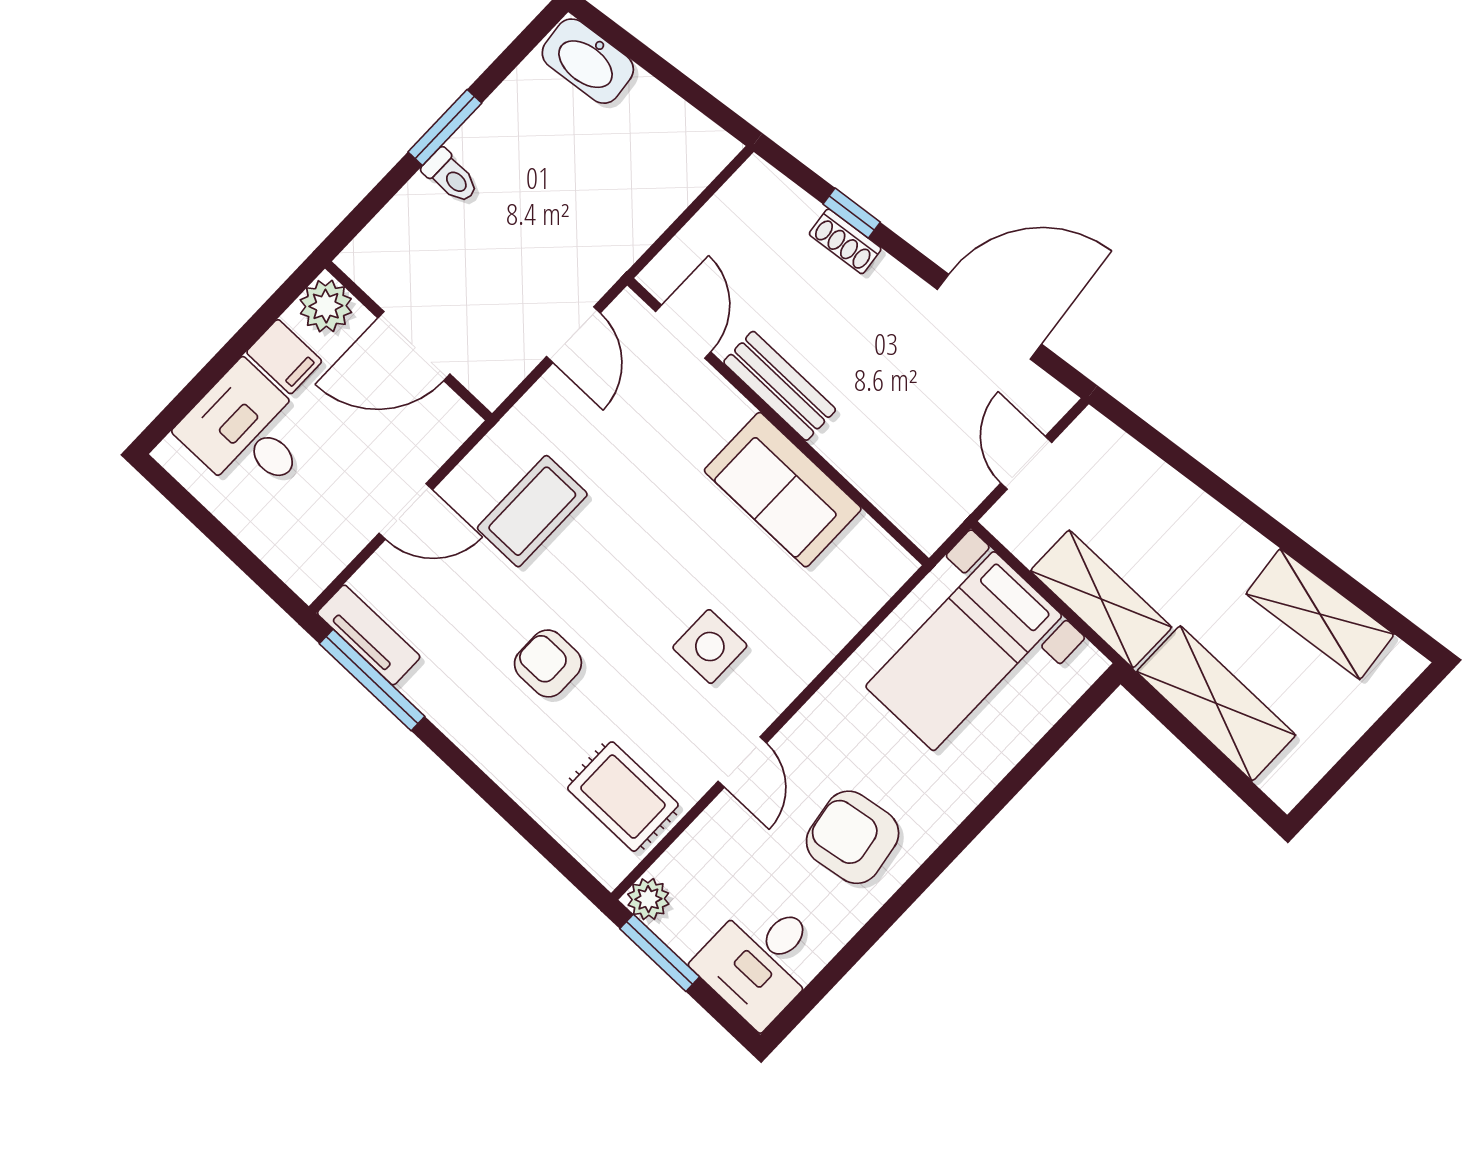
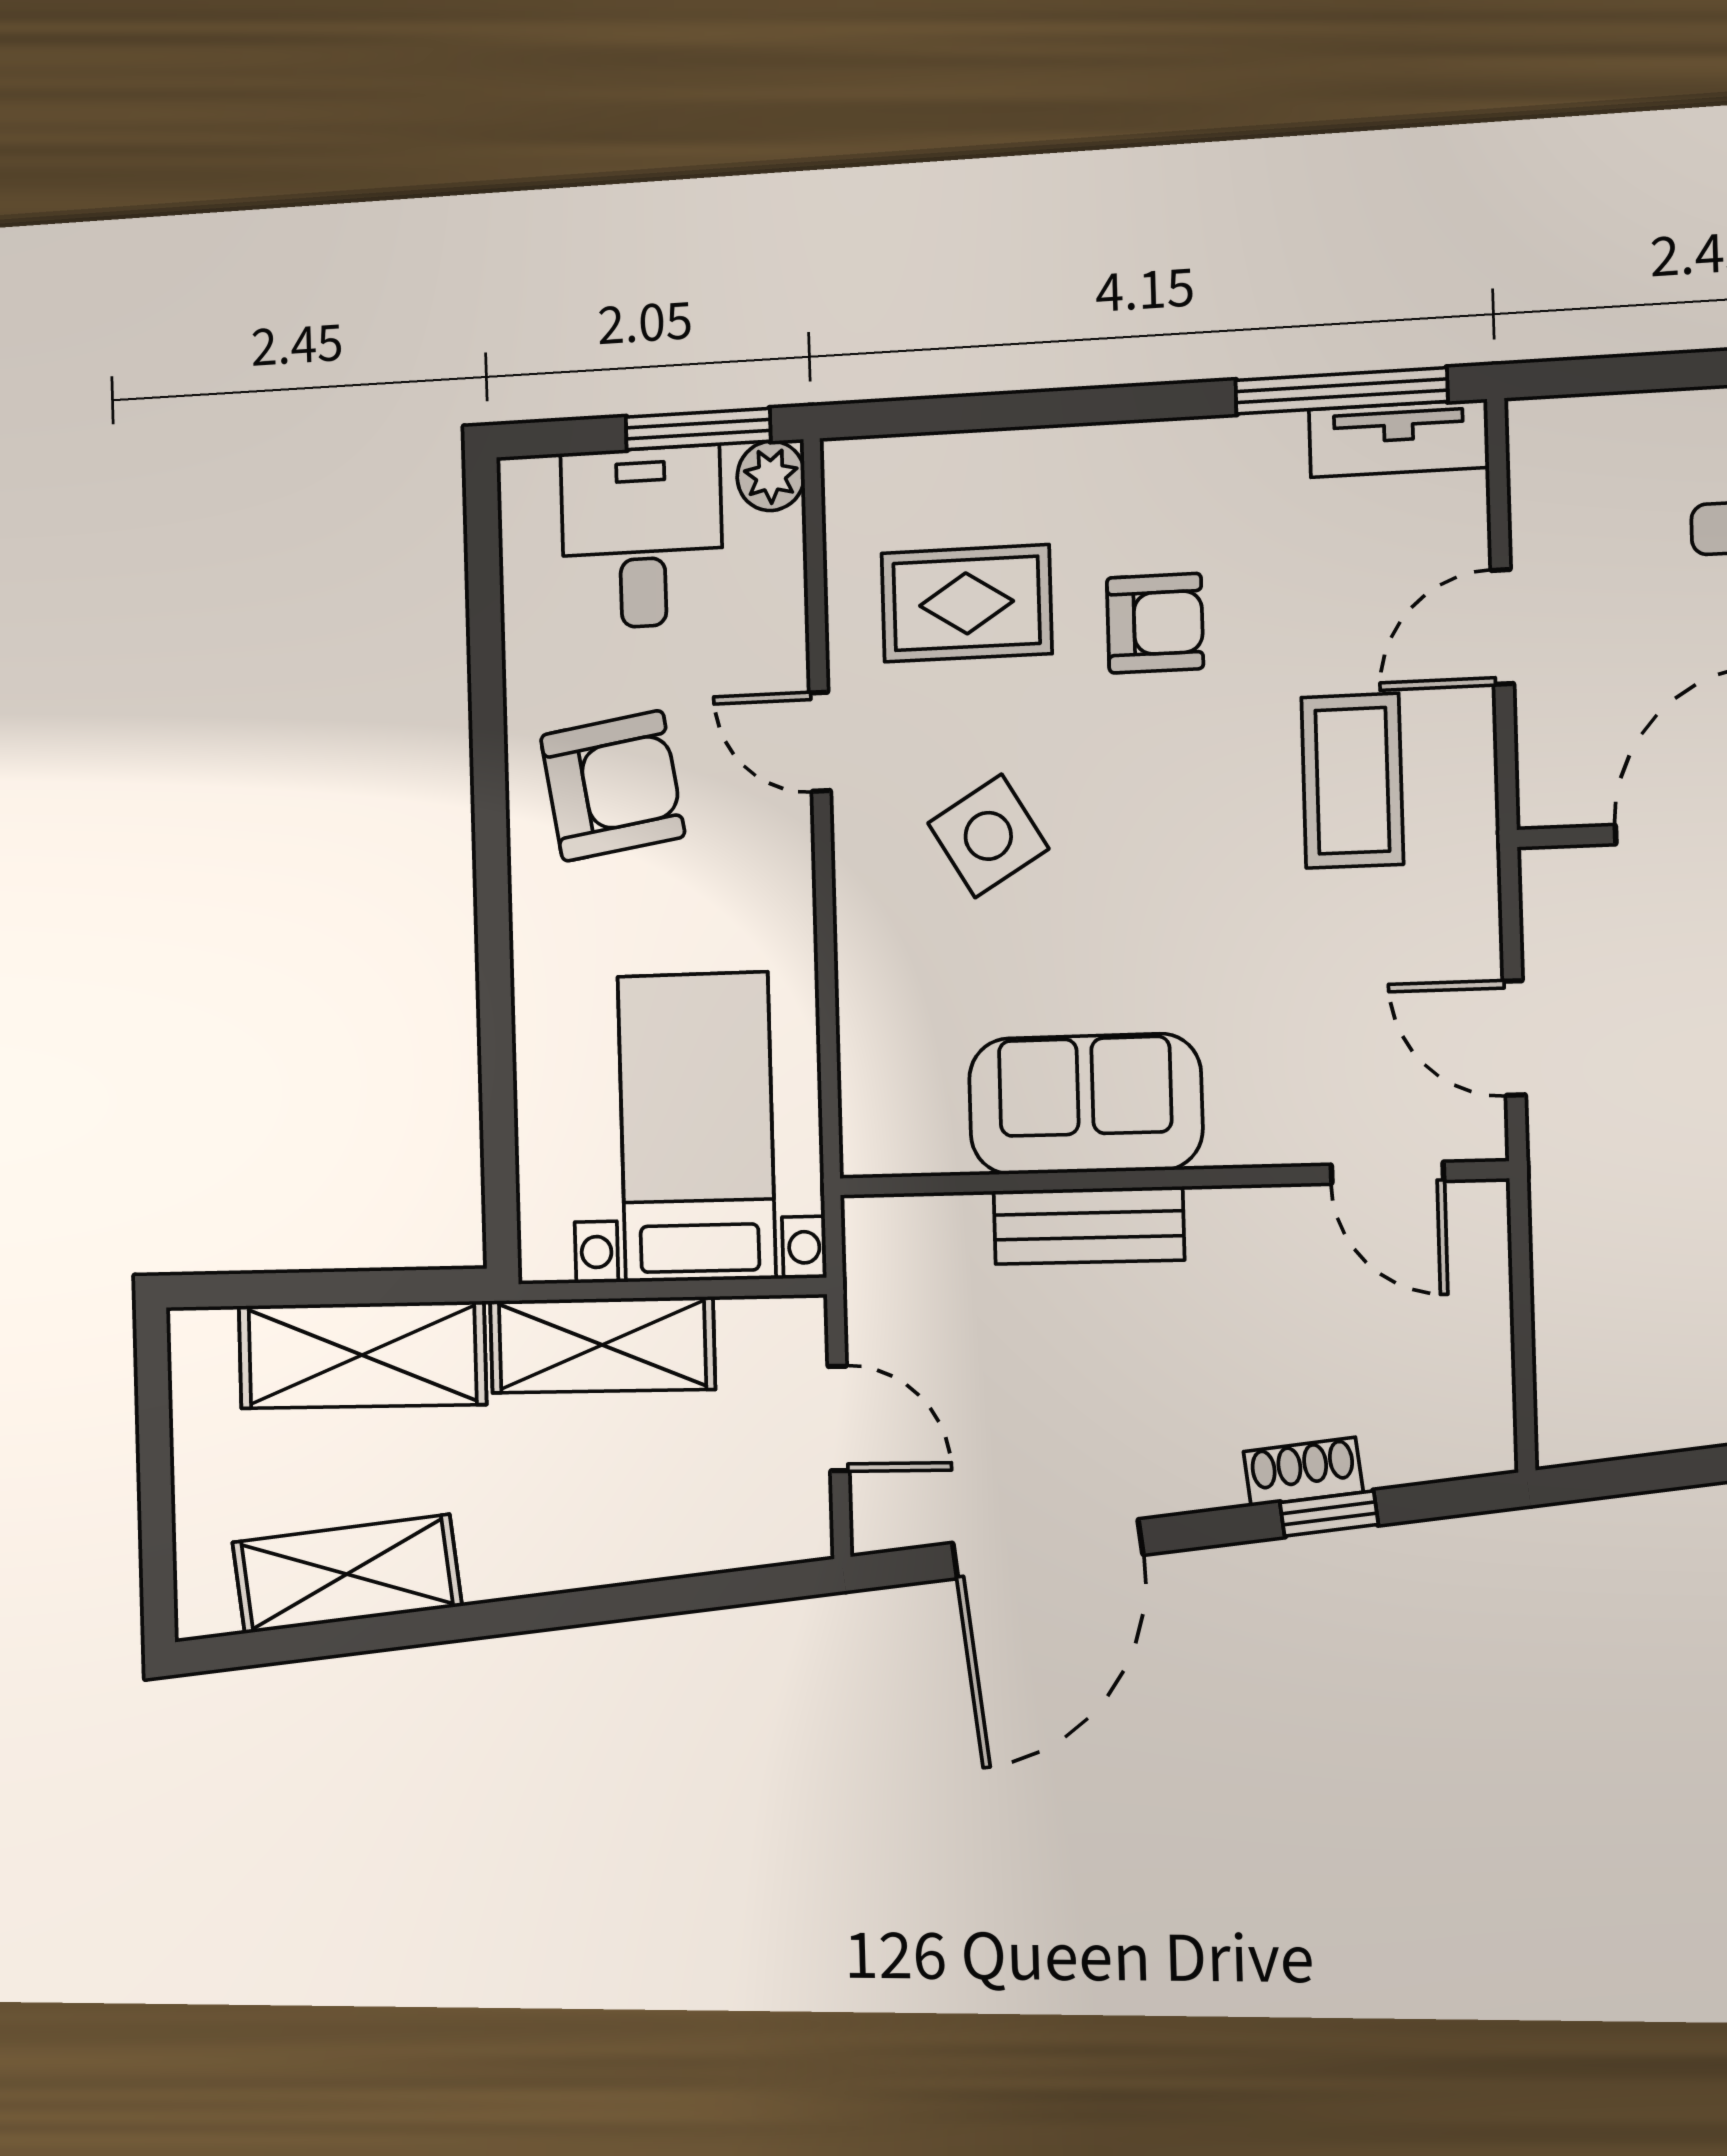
bench: (780, 386) -> (1089, 1225), moved
side table: (710, 647) -> (988, 836), turned -31
rug: (623, 797) -> (967, 603), moved
desk: (761, 960) -> (642, 538), moved

